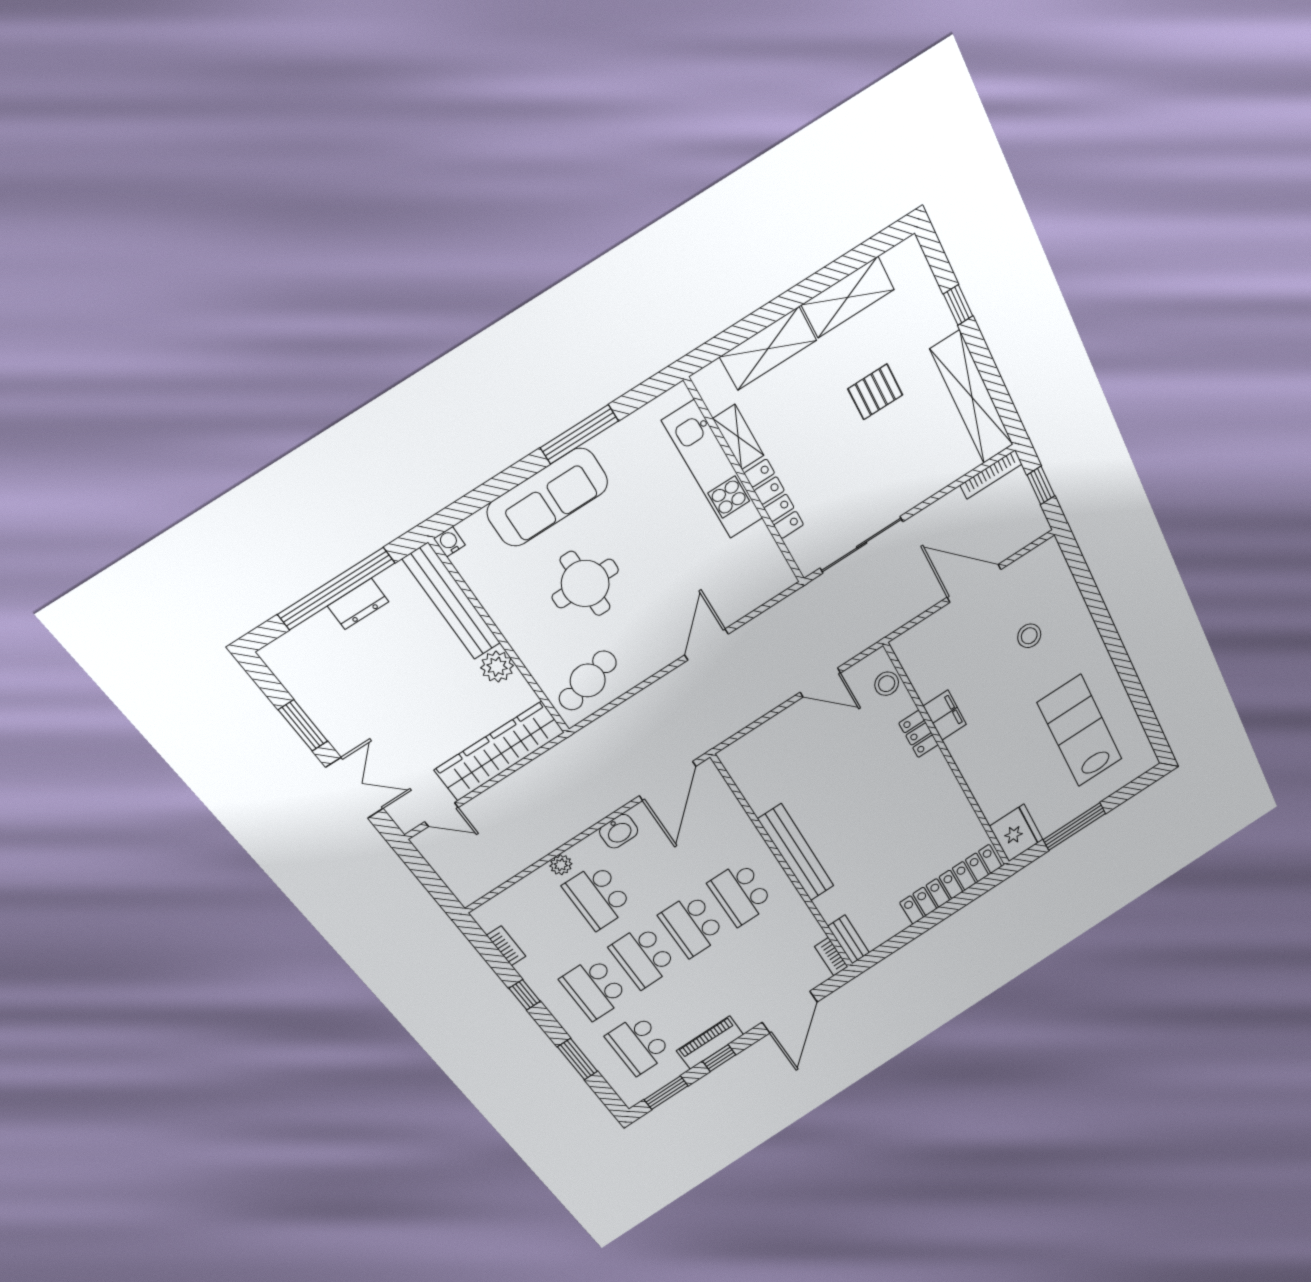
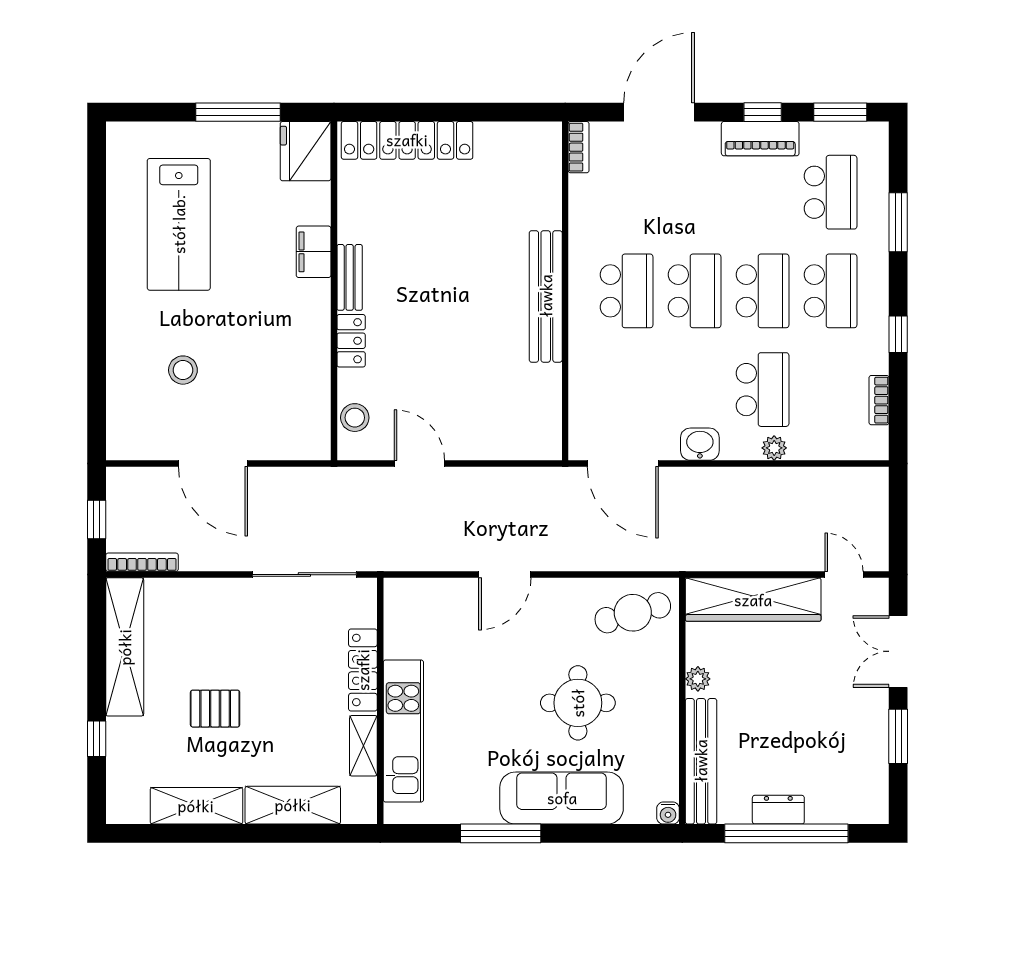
plant: (497, 667) -> (698, 679), width x0.73, depth x0.73
filing cabinet: (945, 715) -> (314, 252), moved
door: (668, 781) -> (623, 464), swing flipped
bench: (849, 940) -> (350, 277), moved

